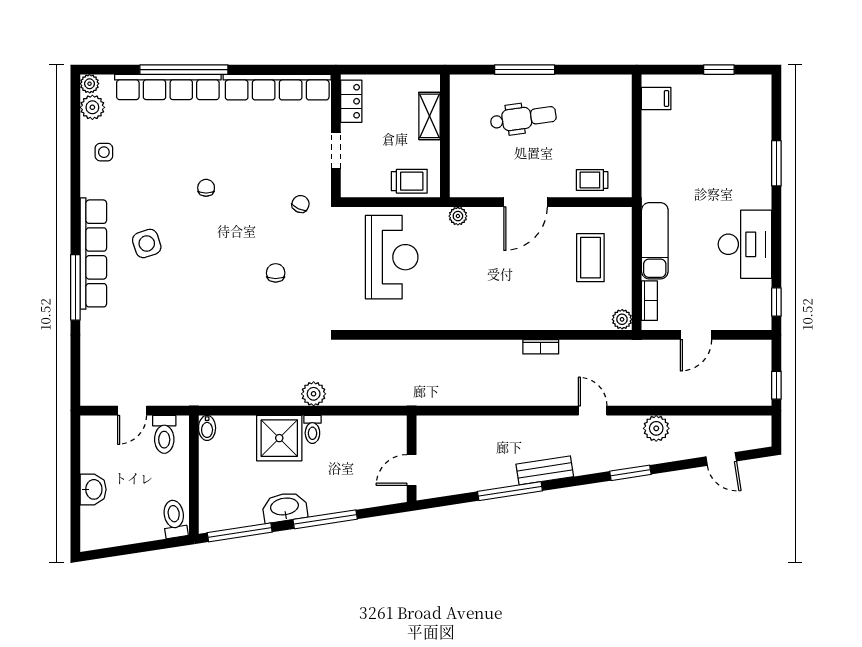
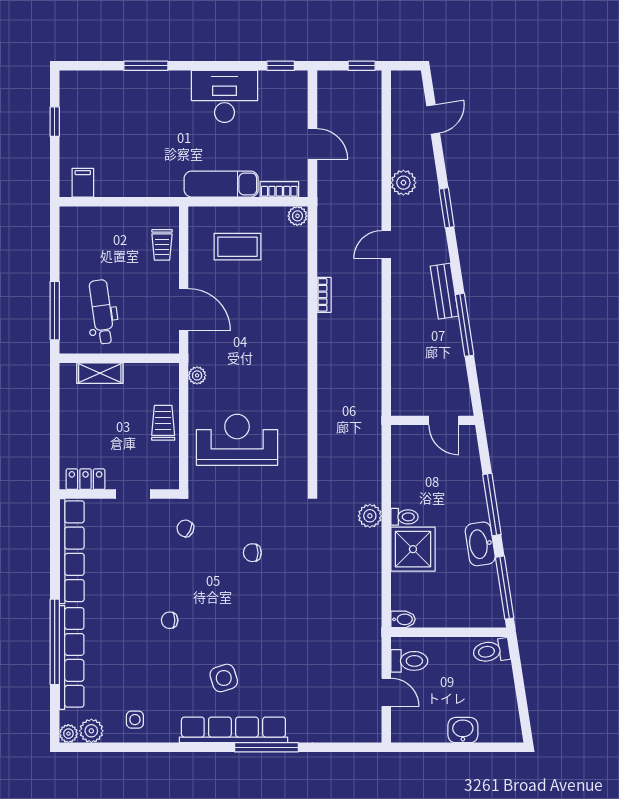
shelving: (429, 116) -> (100, 373), moved
wall: (445, 136) -> (119, 358), moved

